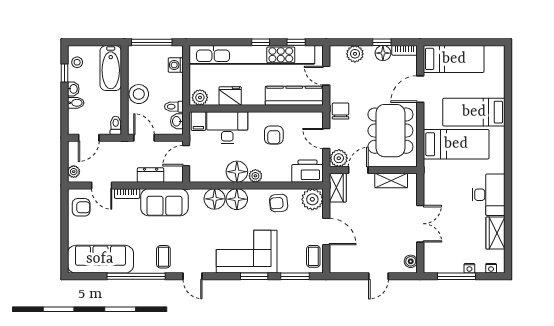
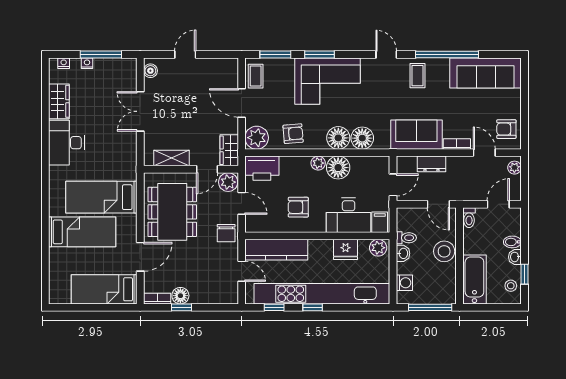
plant: (355, 54) -> (211, 295), removed
washbasin: (177, 121) -> (403, 253), moved
armchair: (274, 135) -> (298, 207), turned -90

